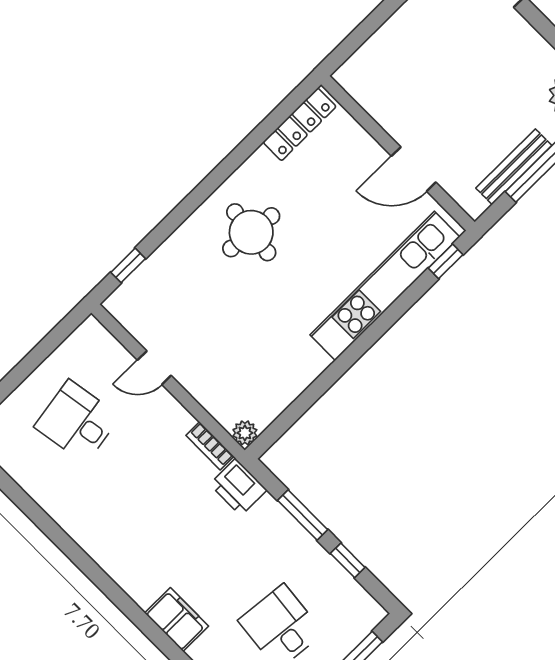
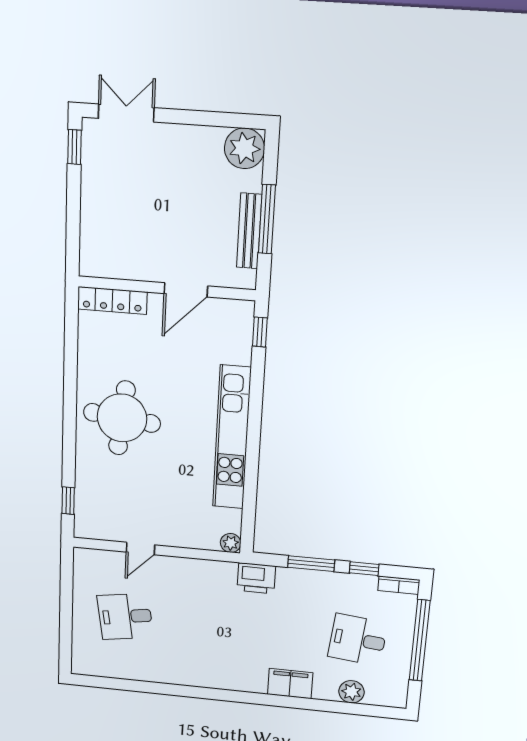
locker: (300, 124) -> (112, 300), moved, turned 90
round table: (251, 232) -> (122, 418), width x1.36, depth x1.36
kitchen unit: (385, 286) -> (232, 438), moved
bookcase: (210, 446) -> (399, 585), moved

